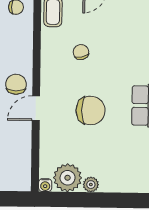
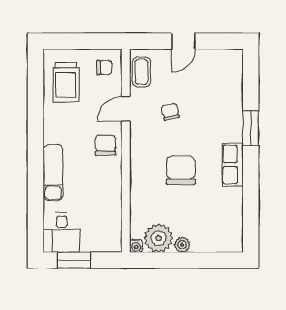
door: (36, 108) -> (126, 109), moved
chair: (91, 110) -> (181, 170), turned -90

